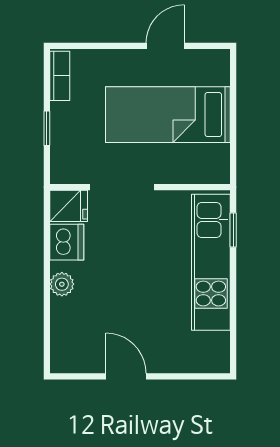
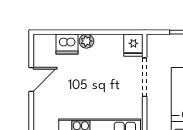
dishwasher: (67, 242) -> (67, 44), moved

